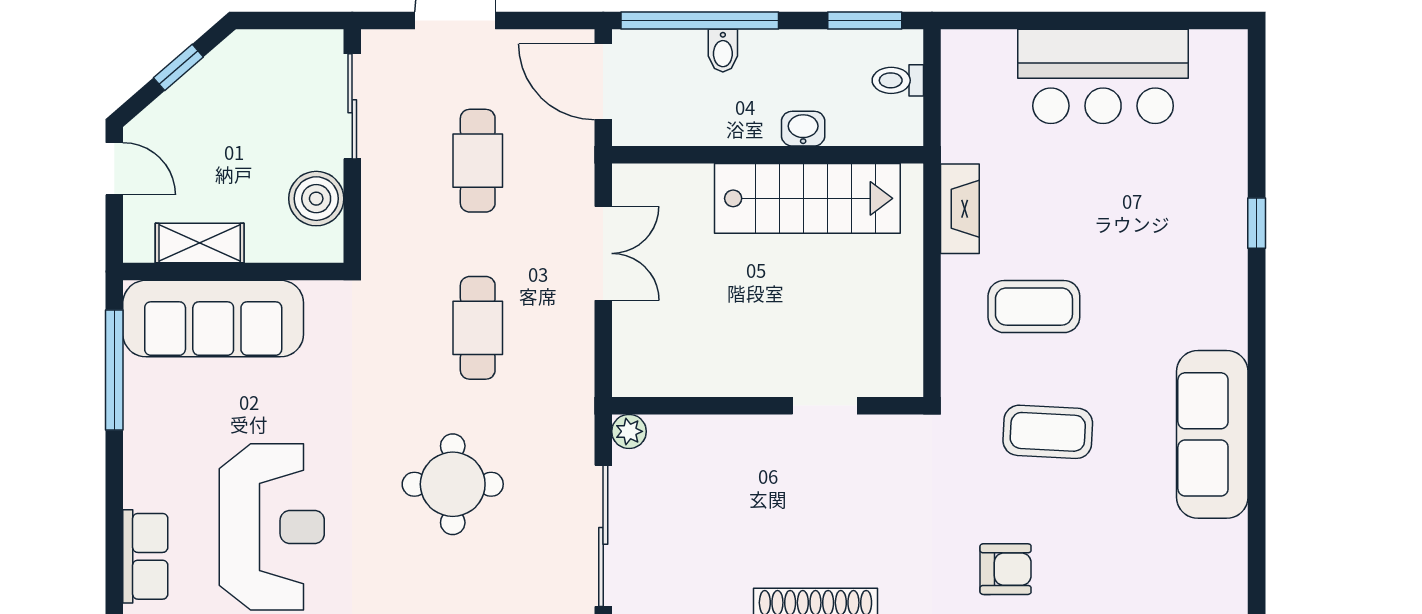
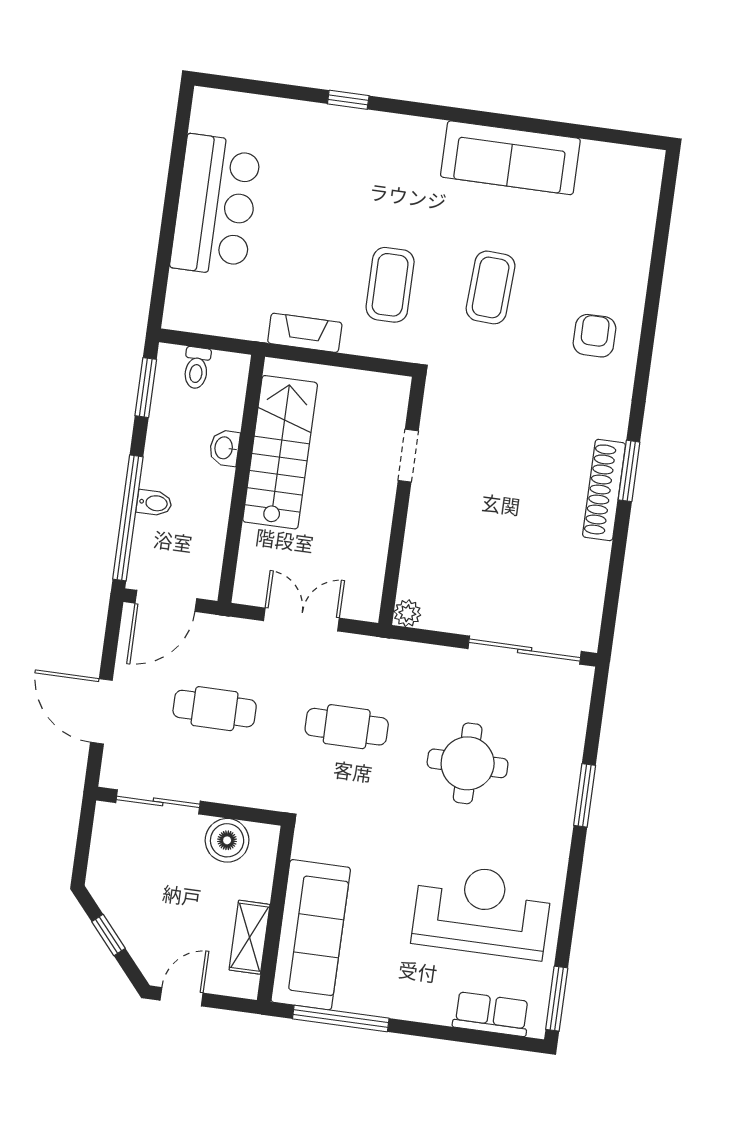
wall: (768, 406) -> (402, 501), moved
doorway: (825, 406) -> (408, 456), moved
plant: (629, 431) -> (407, 613), moved

